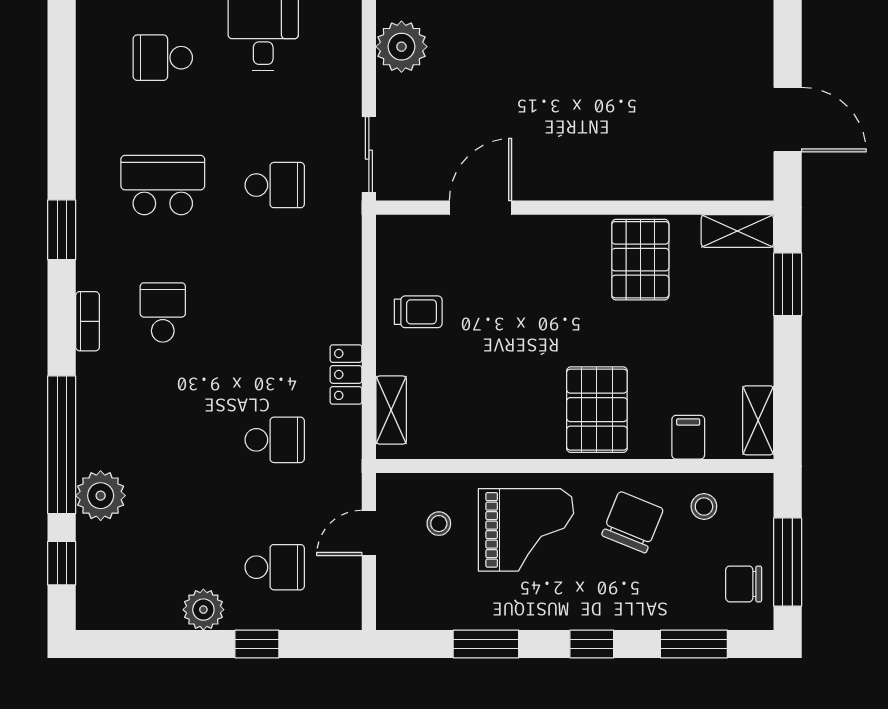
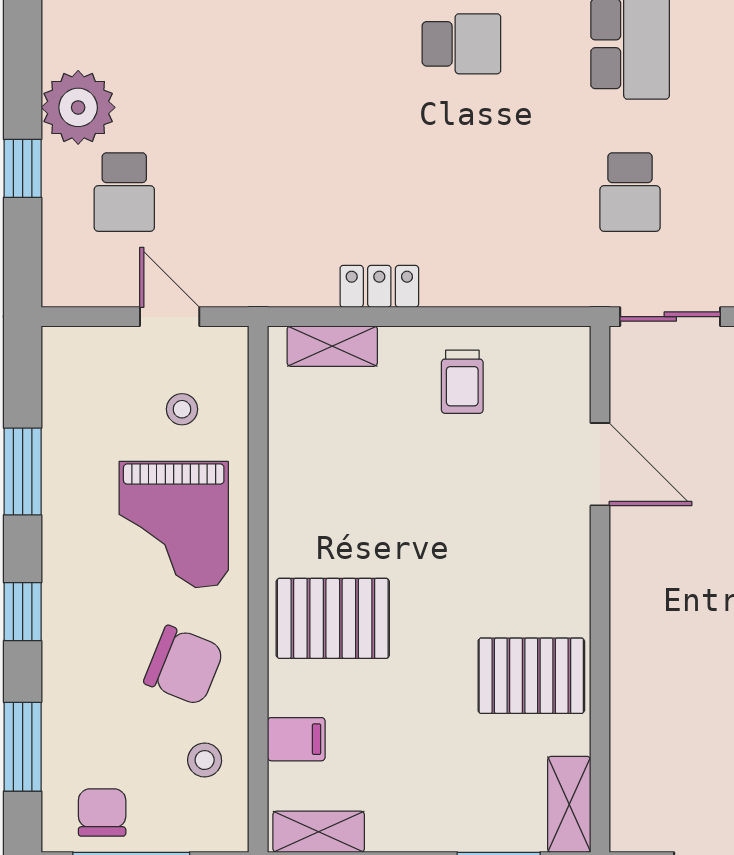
school desk: (275, 440) -> (293, 192), removed
plant: (203, 610) -> (78, 107), width x1.36, depth x1.36

